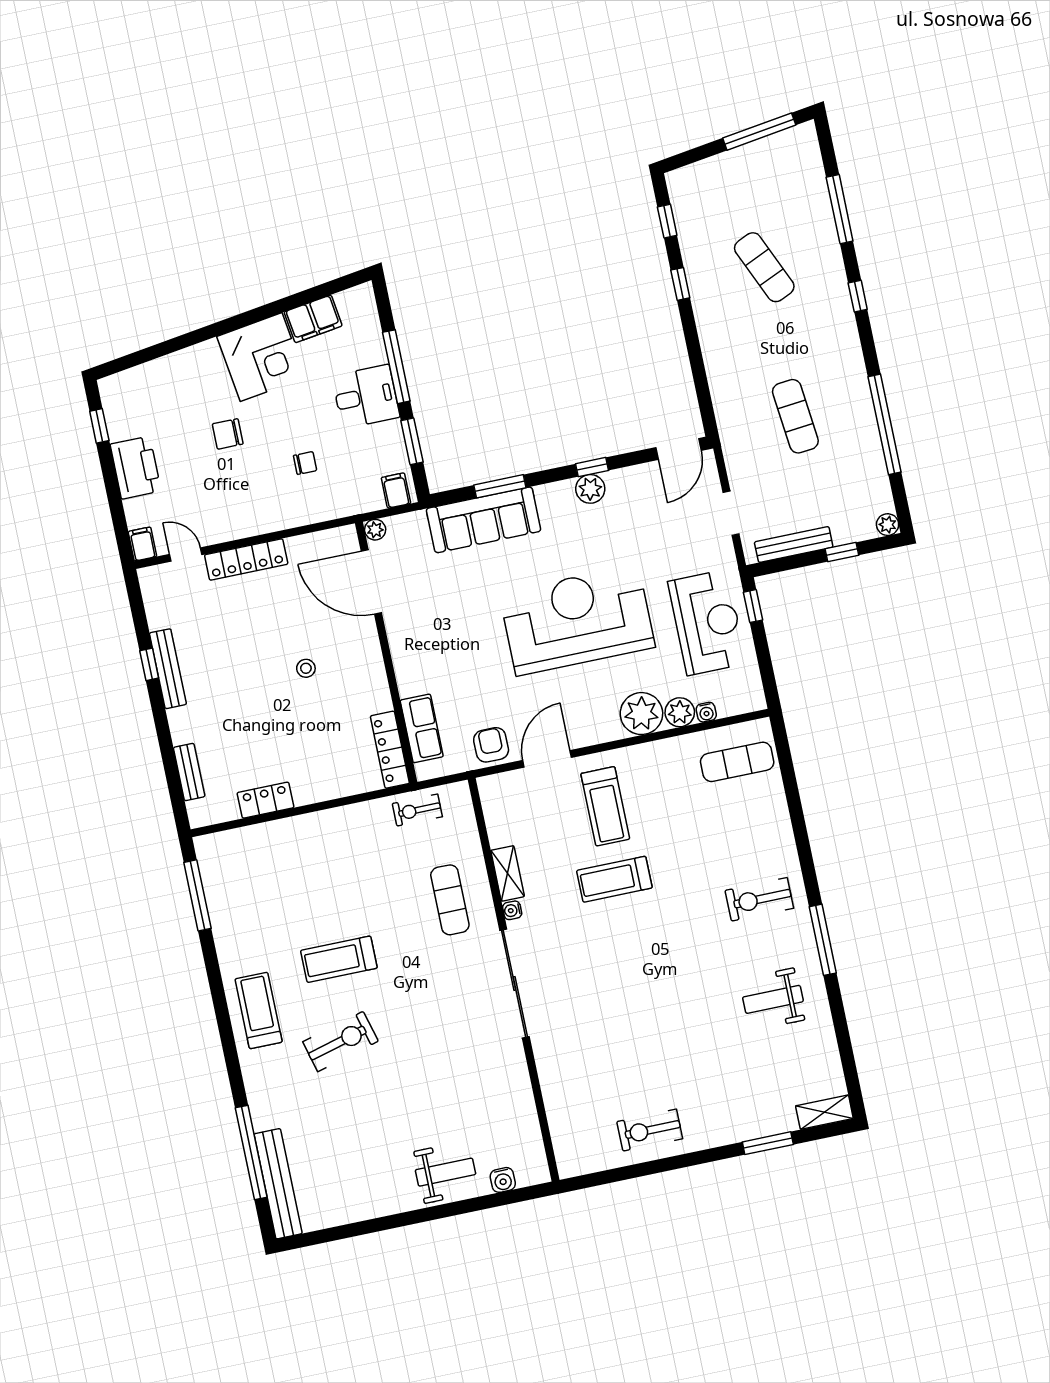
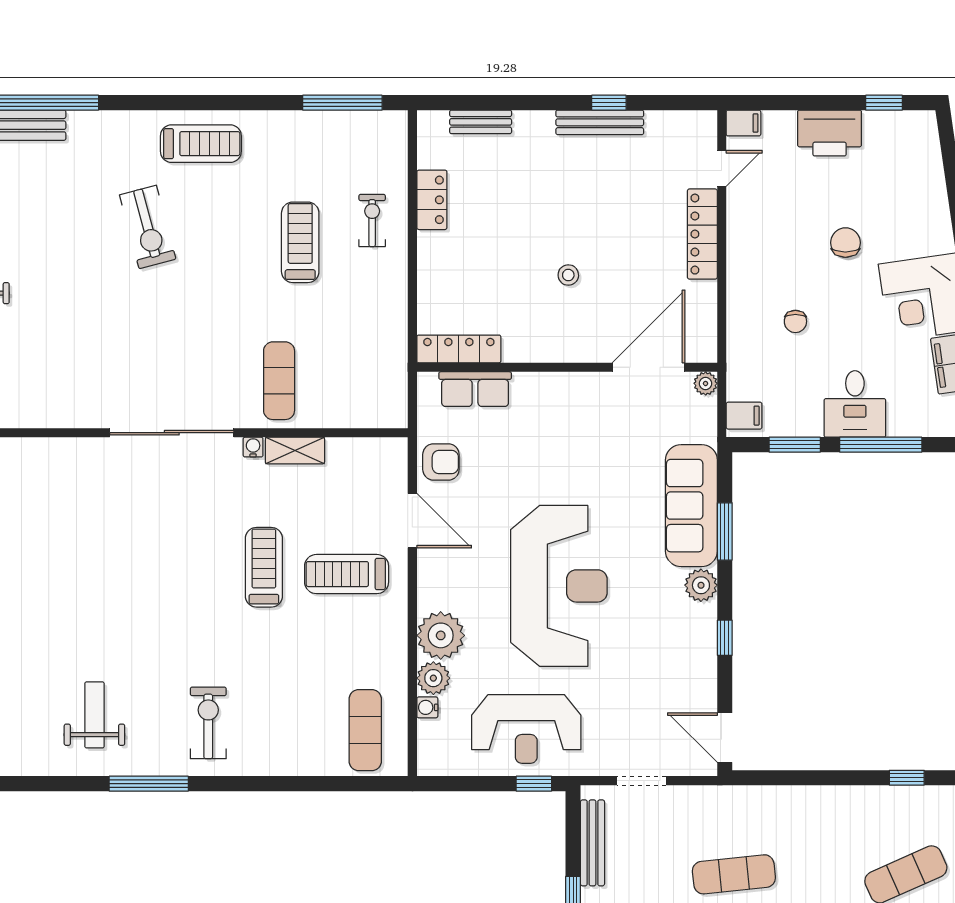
plant: (590, 489) -> (701, 585), moved
exercise bike: (417, 810) -> (372, 220), moved
exercise mat: (450, 900) -> (279, 381), turned 90
treadmill: (339, 959) -> (300, 242), moved

